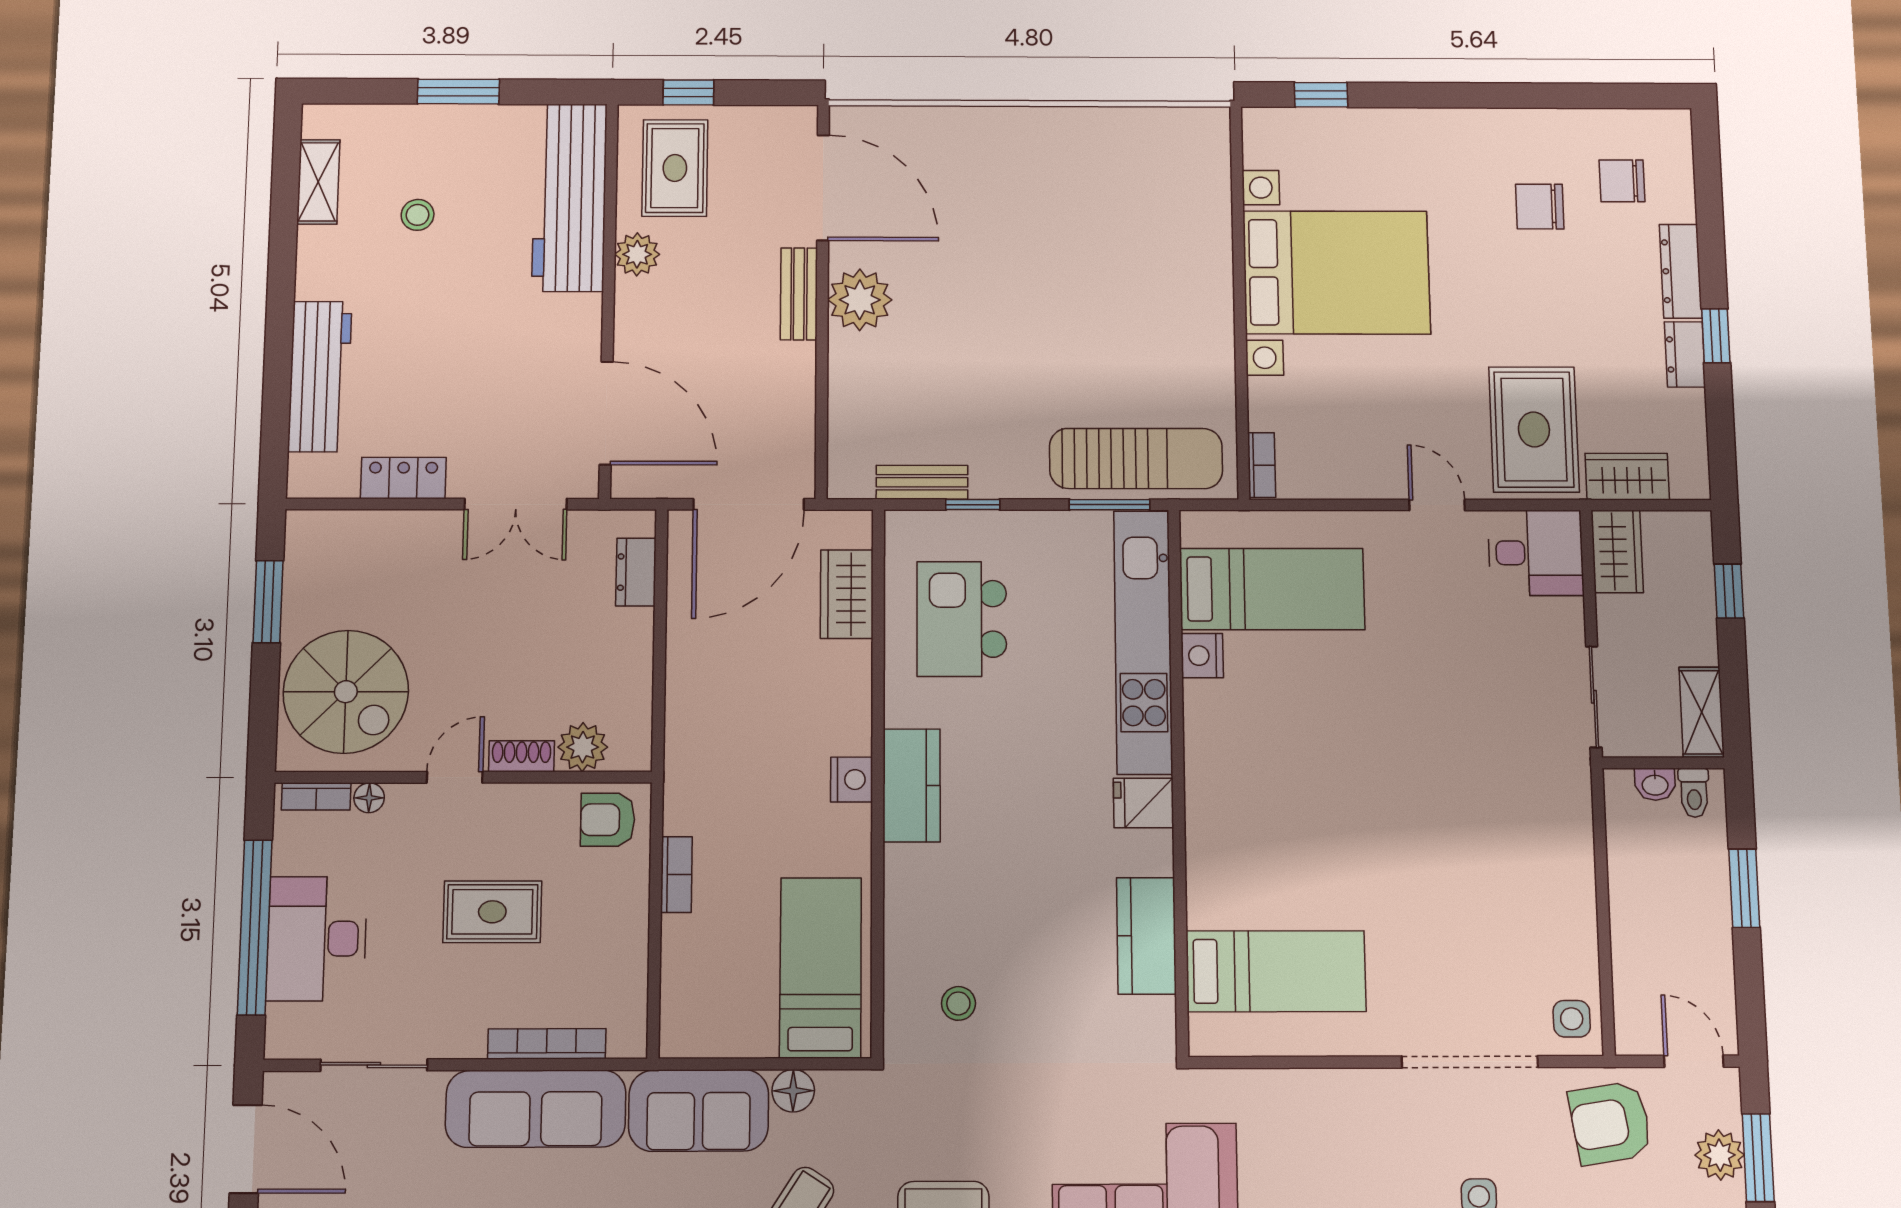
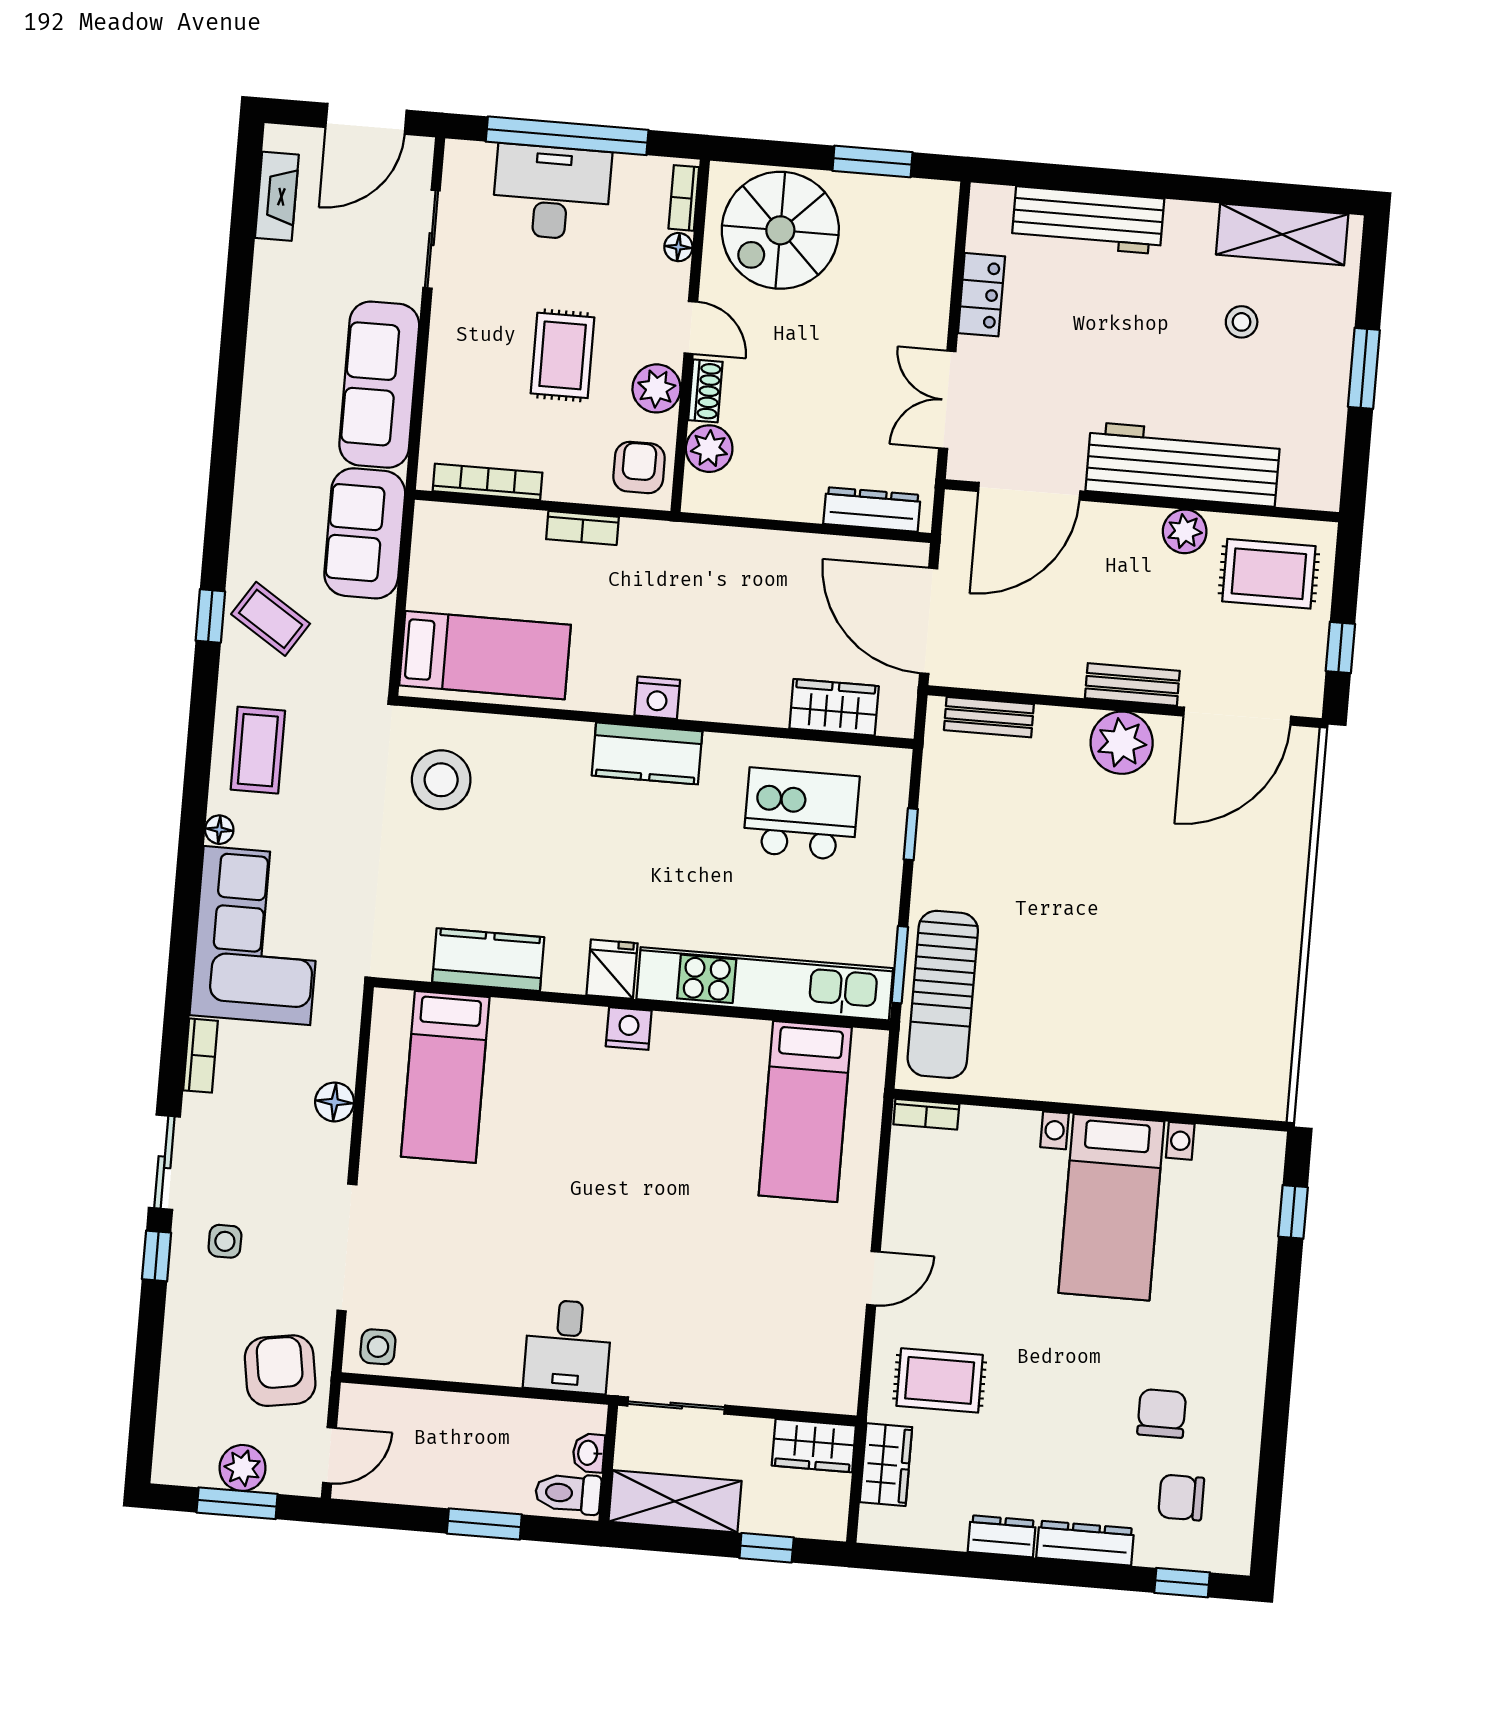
window: (688, 92) -> (1340, 647), moved
chair: (1622, 181) -> (1181, 1497), turned -90
shelving: (318, 182) -> (1282, 234), width x1.50, depth x1.33
workbench: (570, 197) -> (1183, 464), moved
bed with nightstands: (1336, 272) -> (1111, 1207), width x0.73
window: (1716, 336) -> (1182, 1583), moved
rug: (1534, 429) -> (940, 1380), width x0.73, depth x0.70
bench: (922, 482) -> (989, 717), moved, turned 90
desk: (1536, 553) -> (568, 1346), moved
dresser: (636, 572) -> (872, 509), width x1.44
nightstand: (1202, 656) -> (629, 1029), moved
shelving: (1702, 712) -> (675, 1501), width x1.50, depth x1.33
toilet: (1694, 793) -> (568, 1493), width x1.37, depth x1.39
plant: (522, 808) -> (656, 388), added
stool: (958, 1003) -> (441, 780), width x1.89, depth x1.89
bookcase: (547, 1044) -> (488, 482), moved, turned -90
floor lamp: (793, 1091) -> (335, 1102), moved

